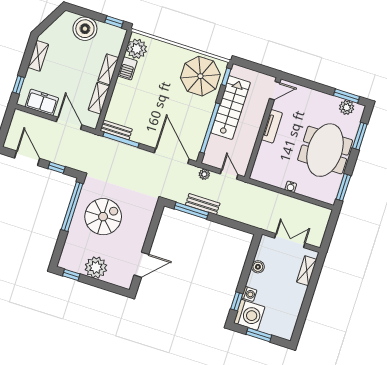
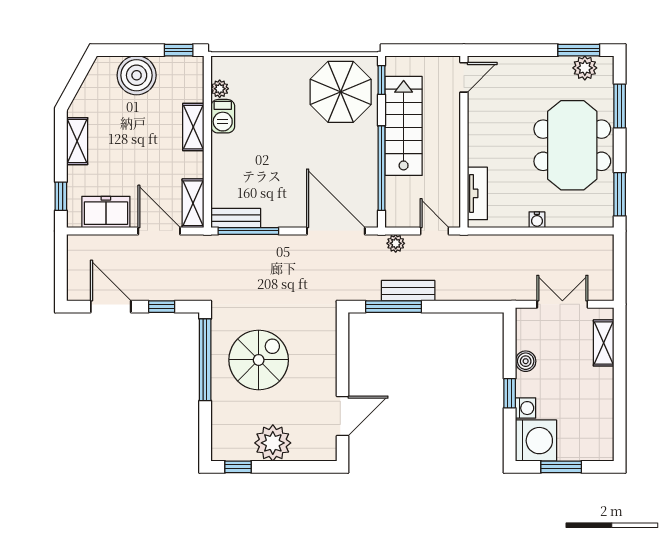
plant: (137, 49) -> (220, 89), width x0.53, depth x0.53
shelving: (99, 98) -> (193, 203), moved
tv unit: (272, 126) -> (477, 193), moved
window: (237, 301) -> (510, 393), moved

